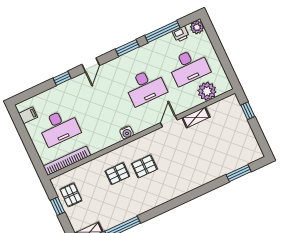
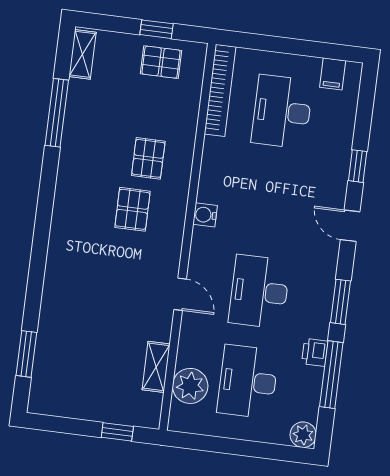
printer: (181, 34) -> (315, 352), moved
shelving: (196, 117) -> (156, 367), moved

